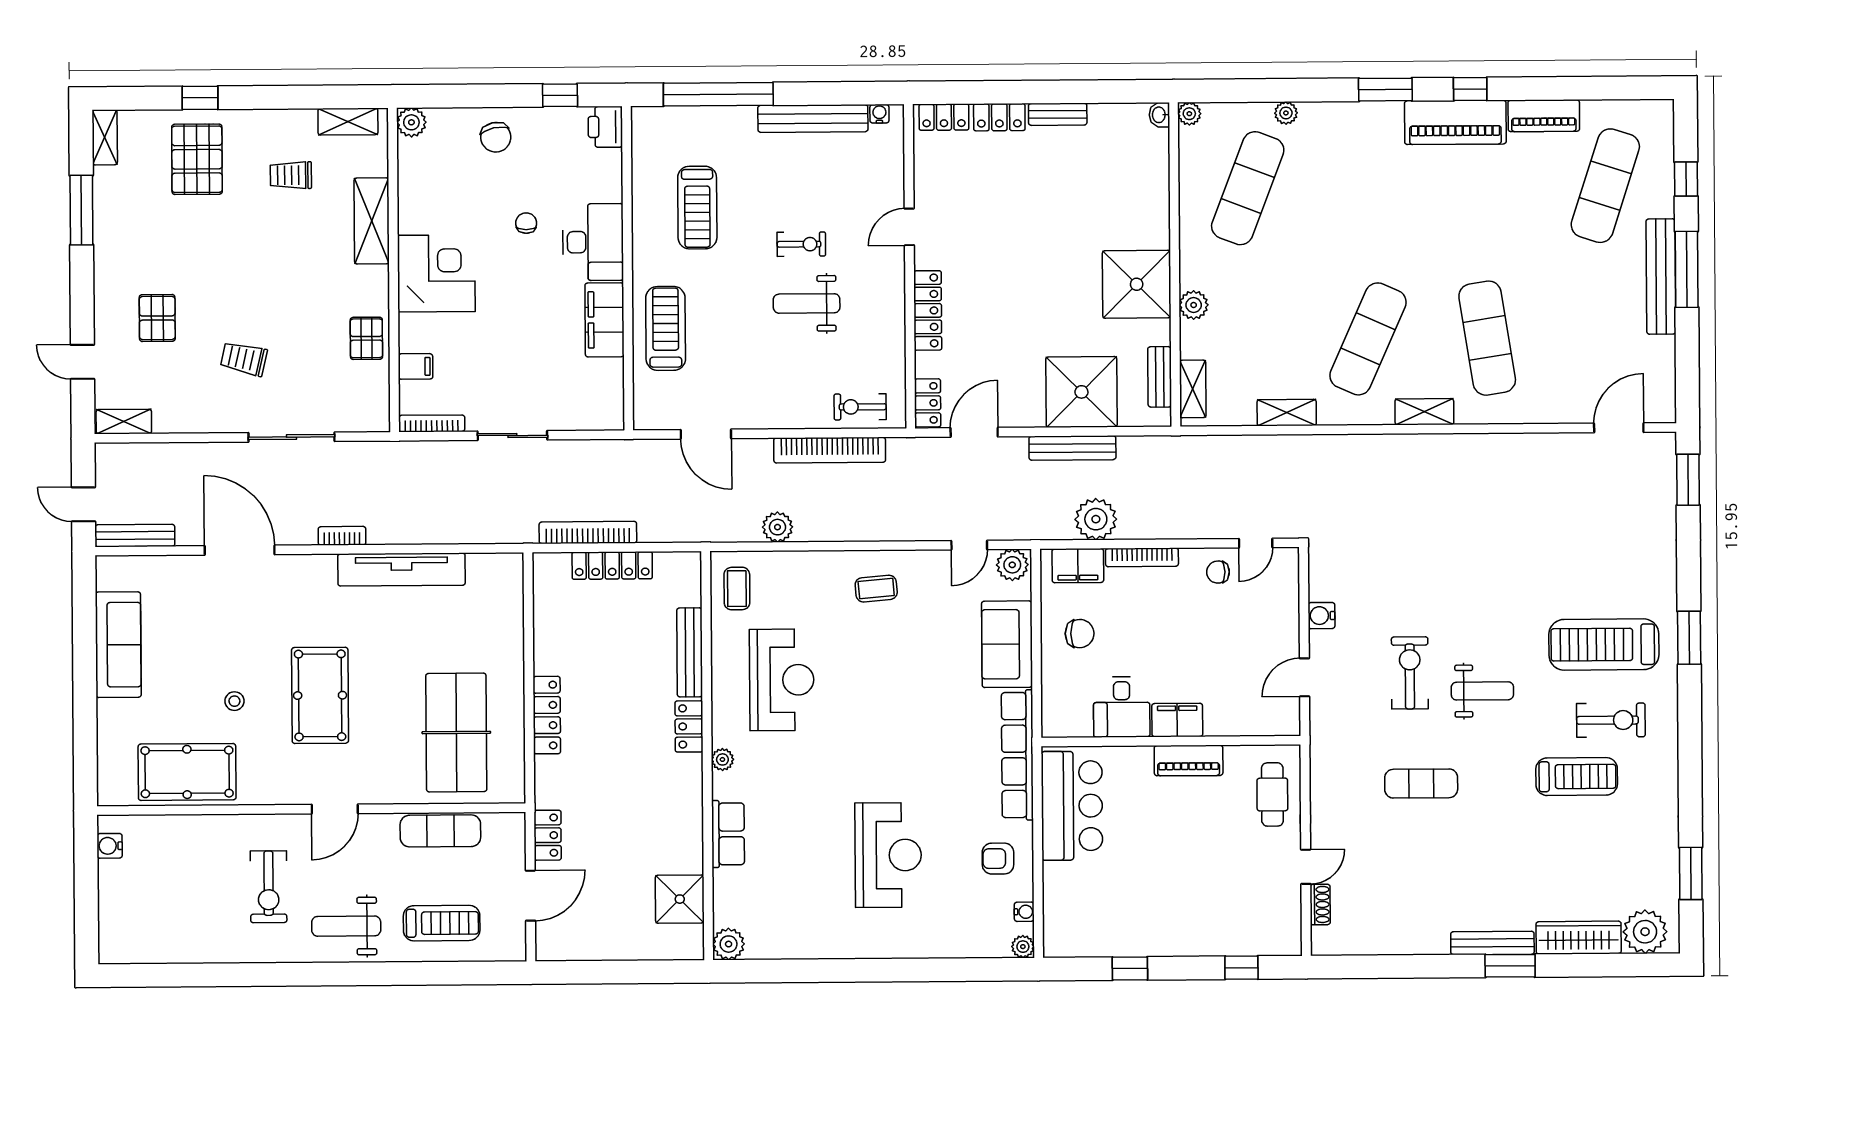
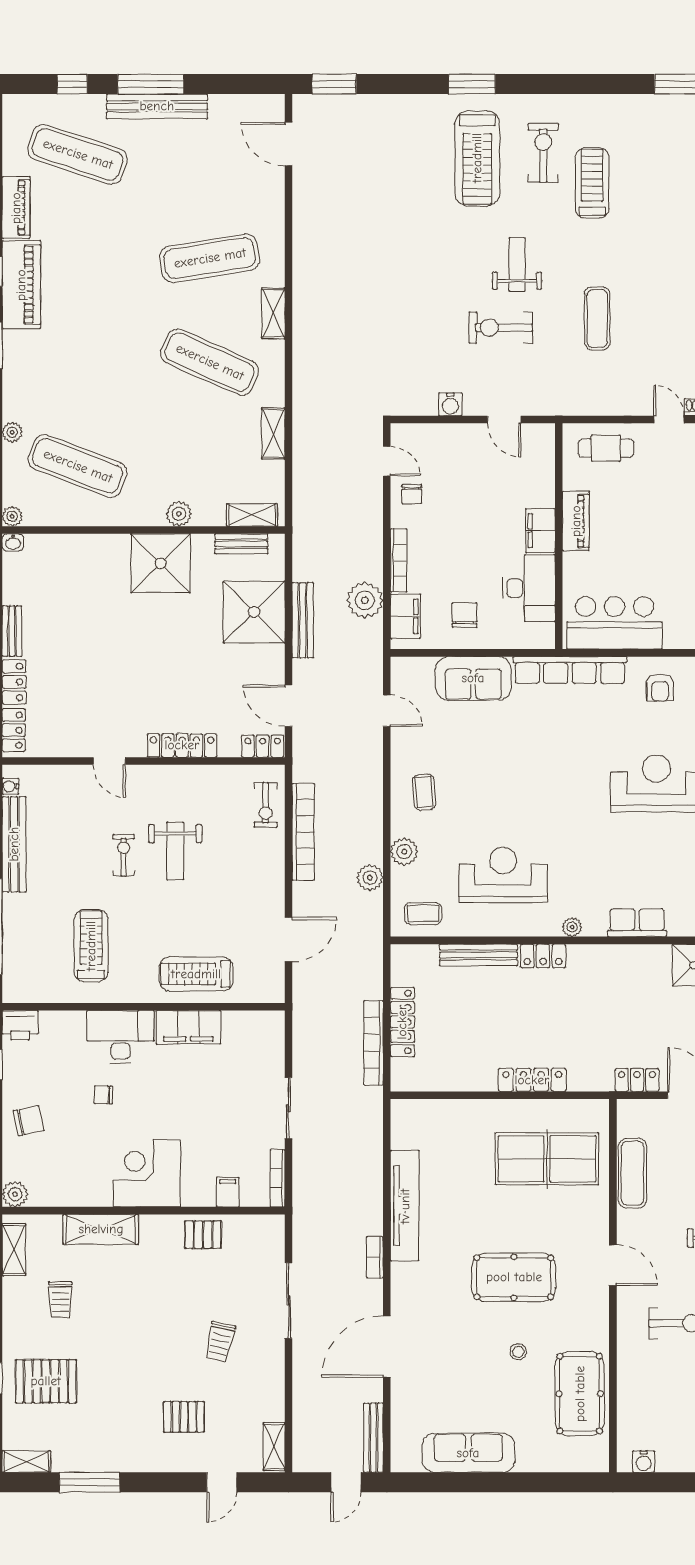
treadmill: (697, 208) -> (91, 946), turned -90
plant: (1012, 565) -> (404, 852), moved
desk: (1122, 707) -> (529, 588), width x1.37

